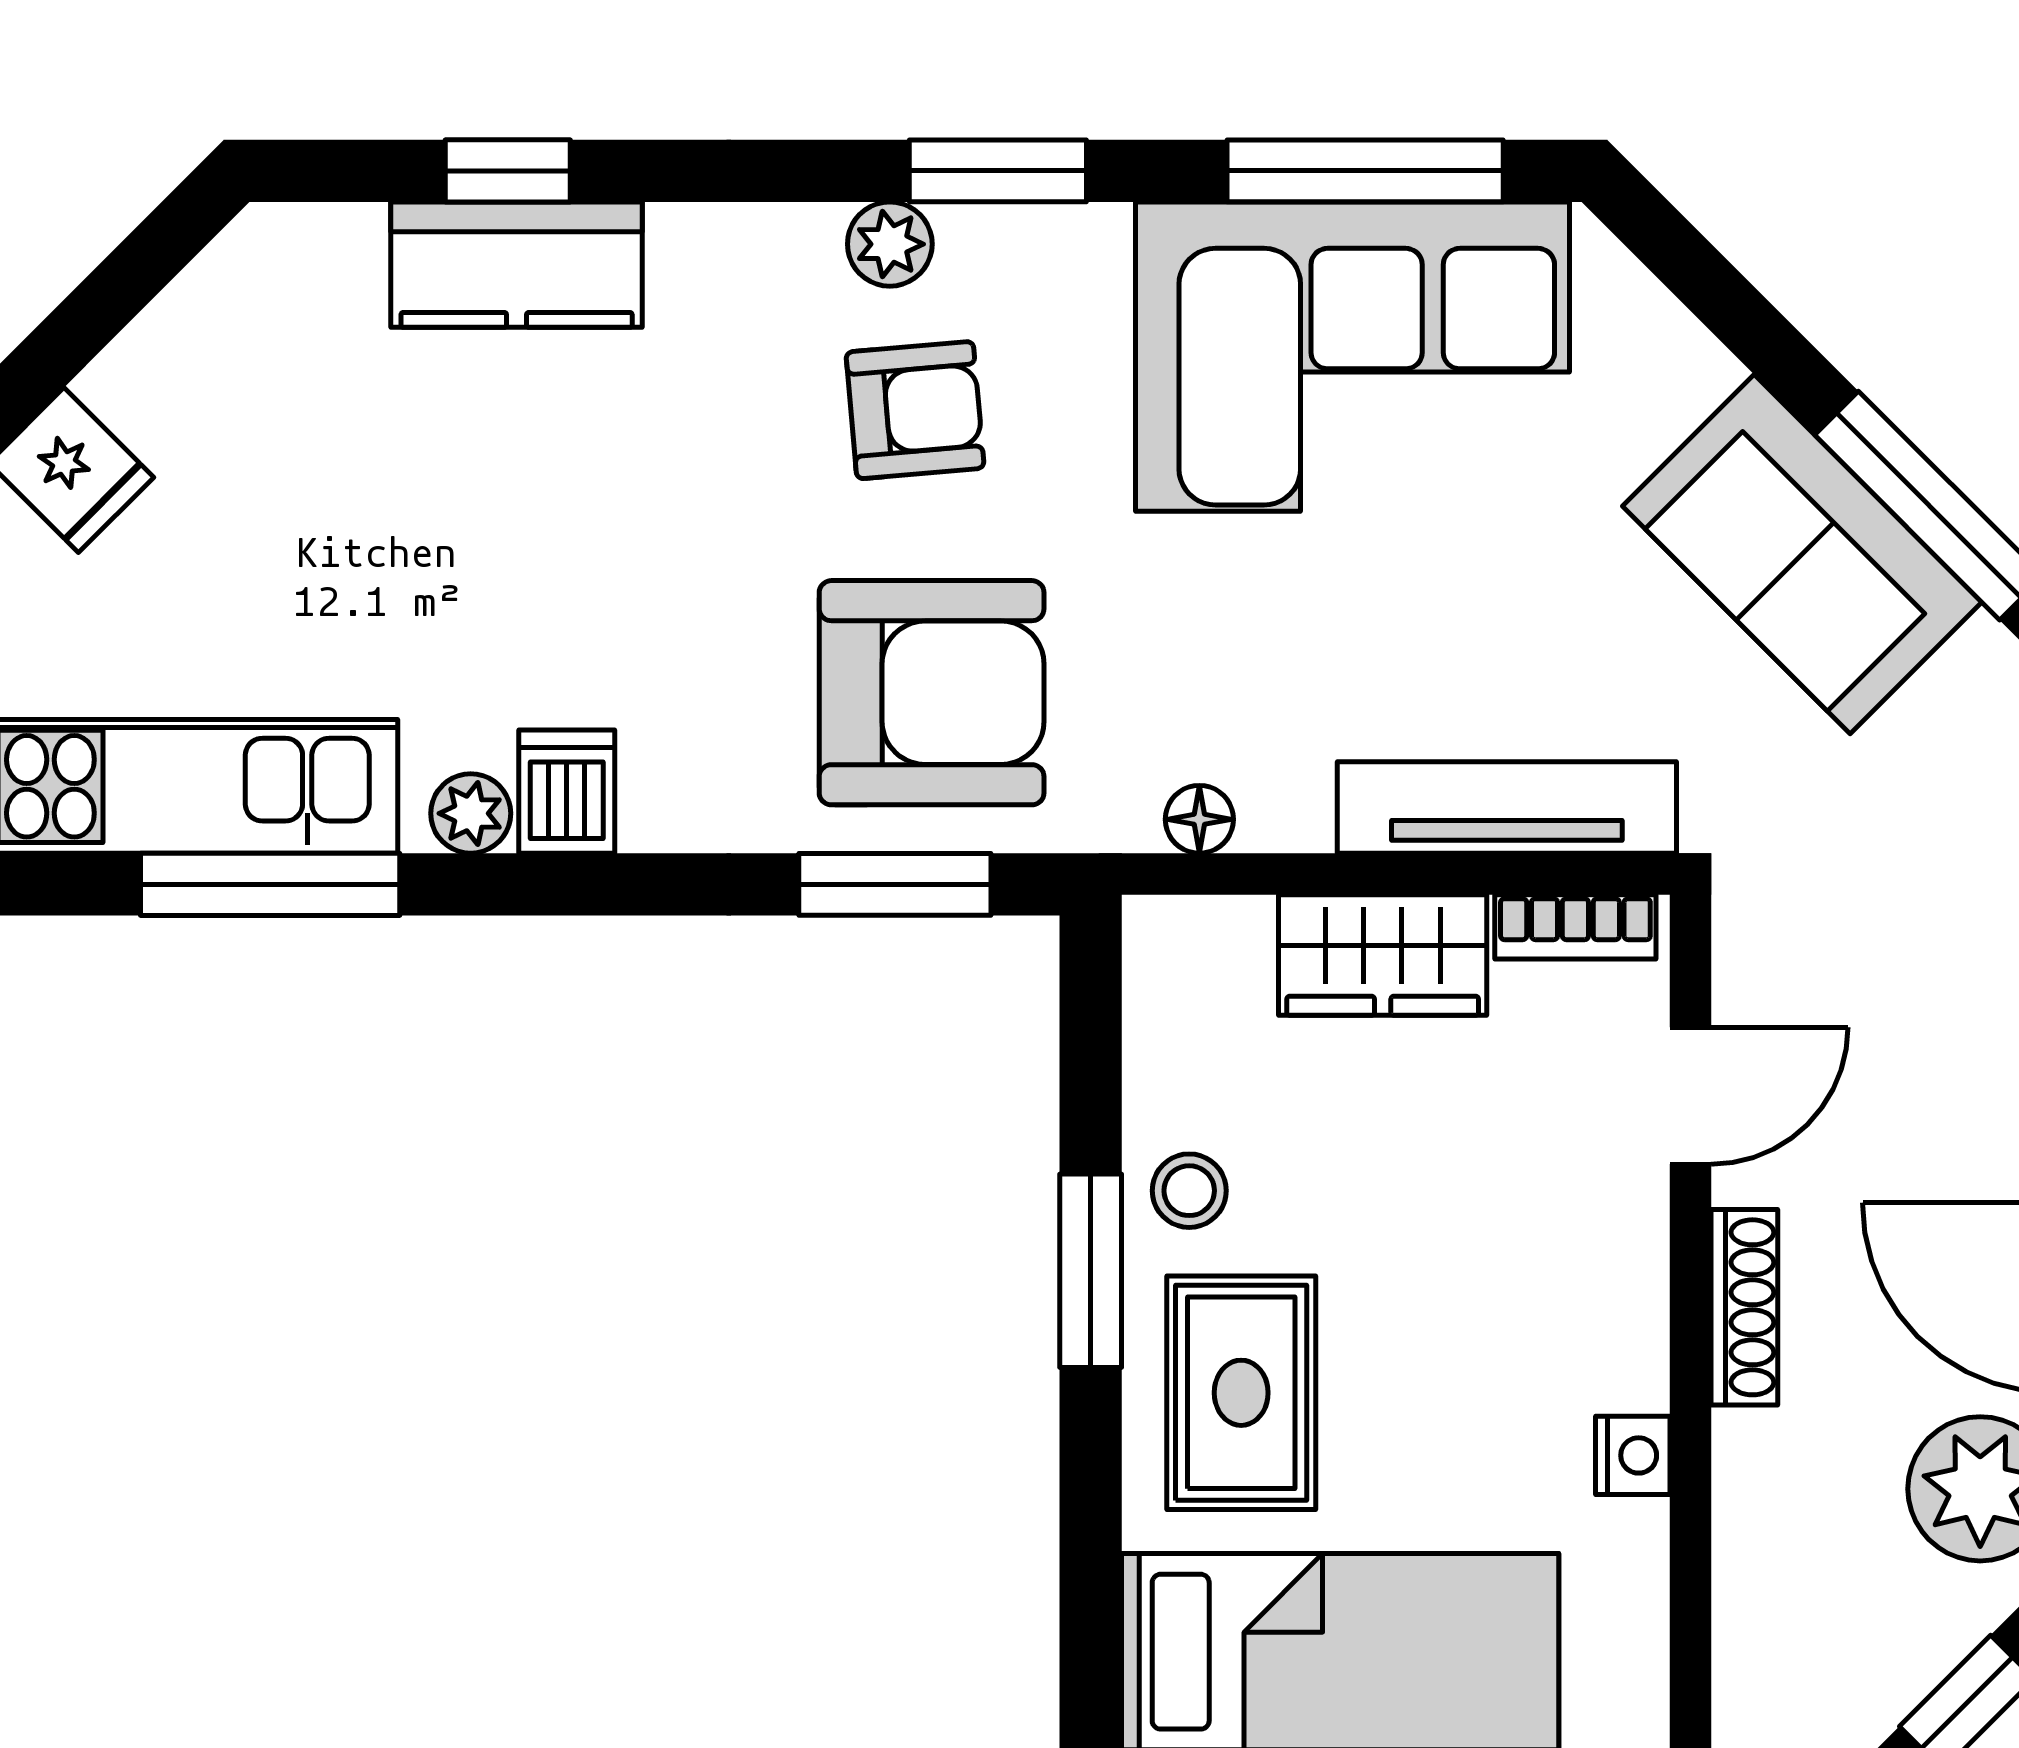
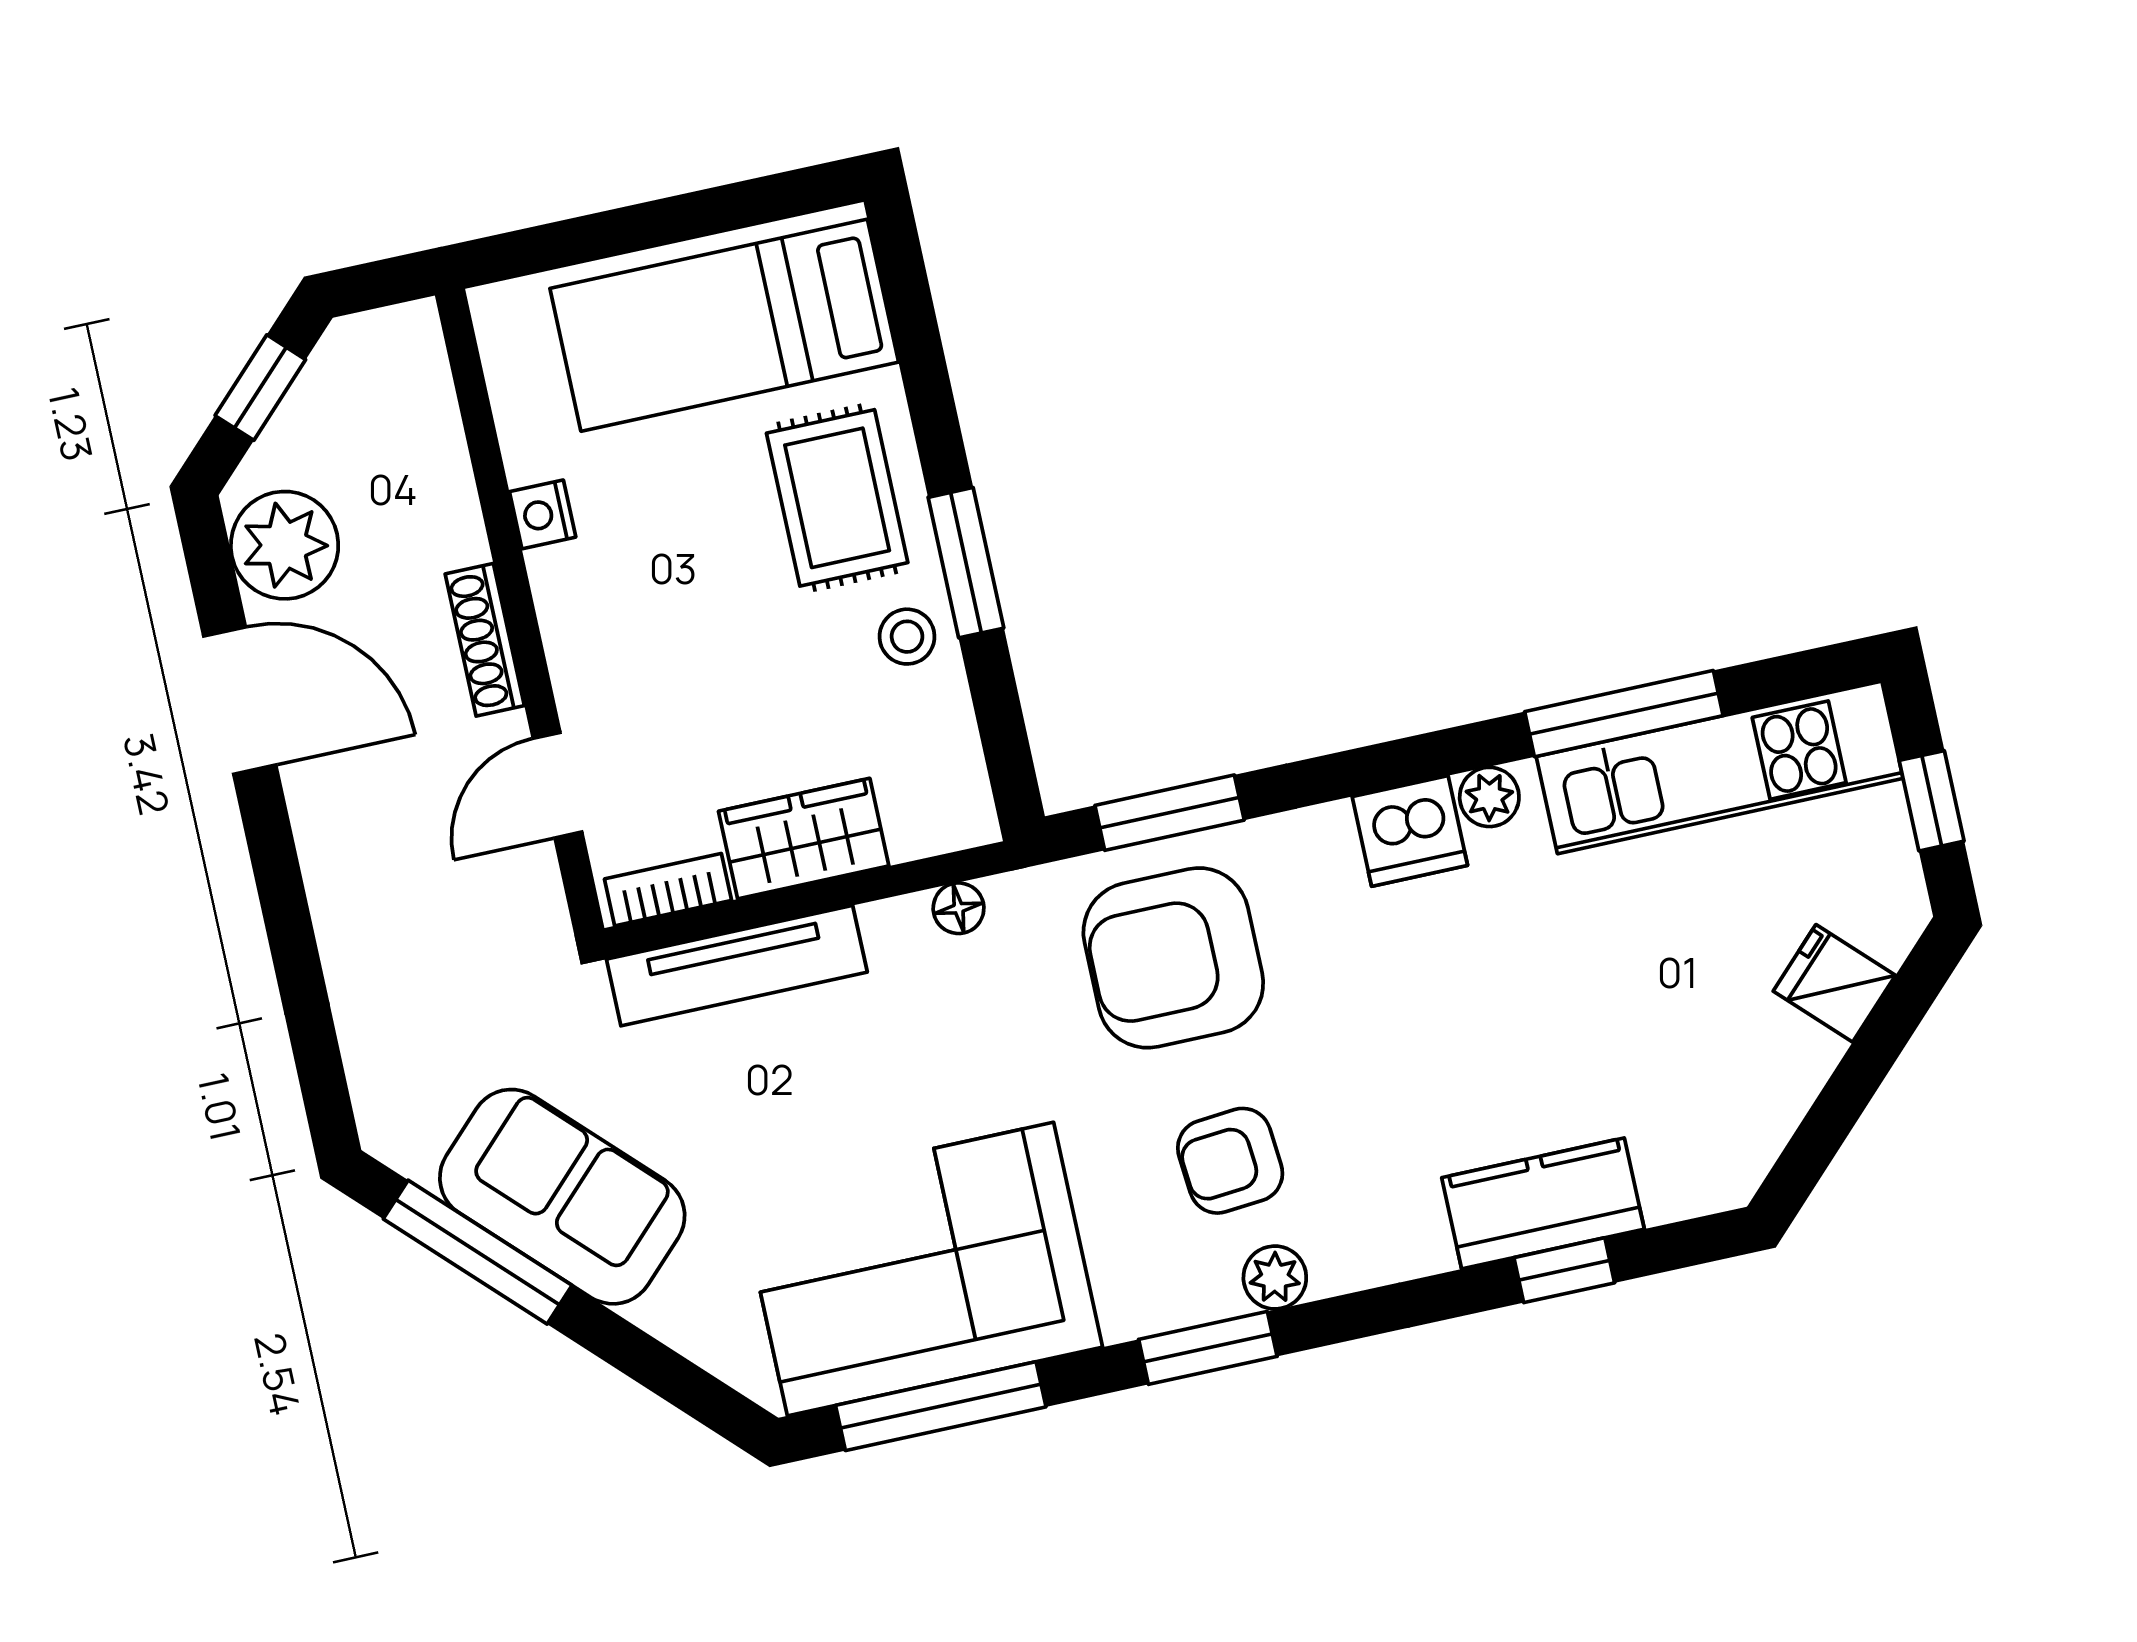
dishwasher: (567, 792) -> (1410, 831), width x1.38

